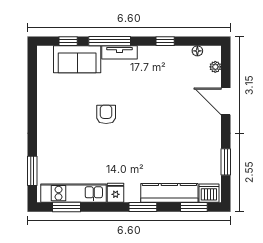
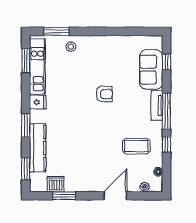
window: (110, 41) -> (167, 111), moved
coffee table: (167, 77) -> (136, 146), added
stool: (50, 154) -> (71, 47), added
dishwasher: (209, 193) -> (56, 184), moved, turned -90

